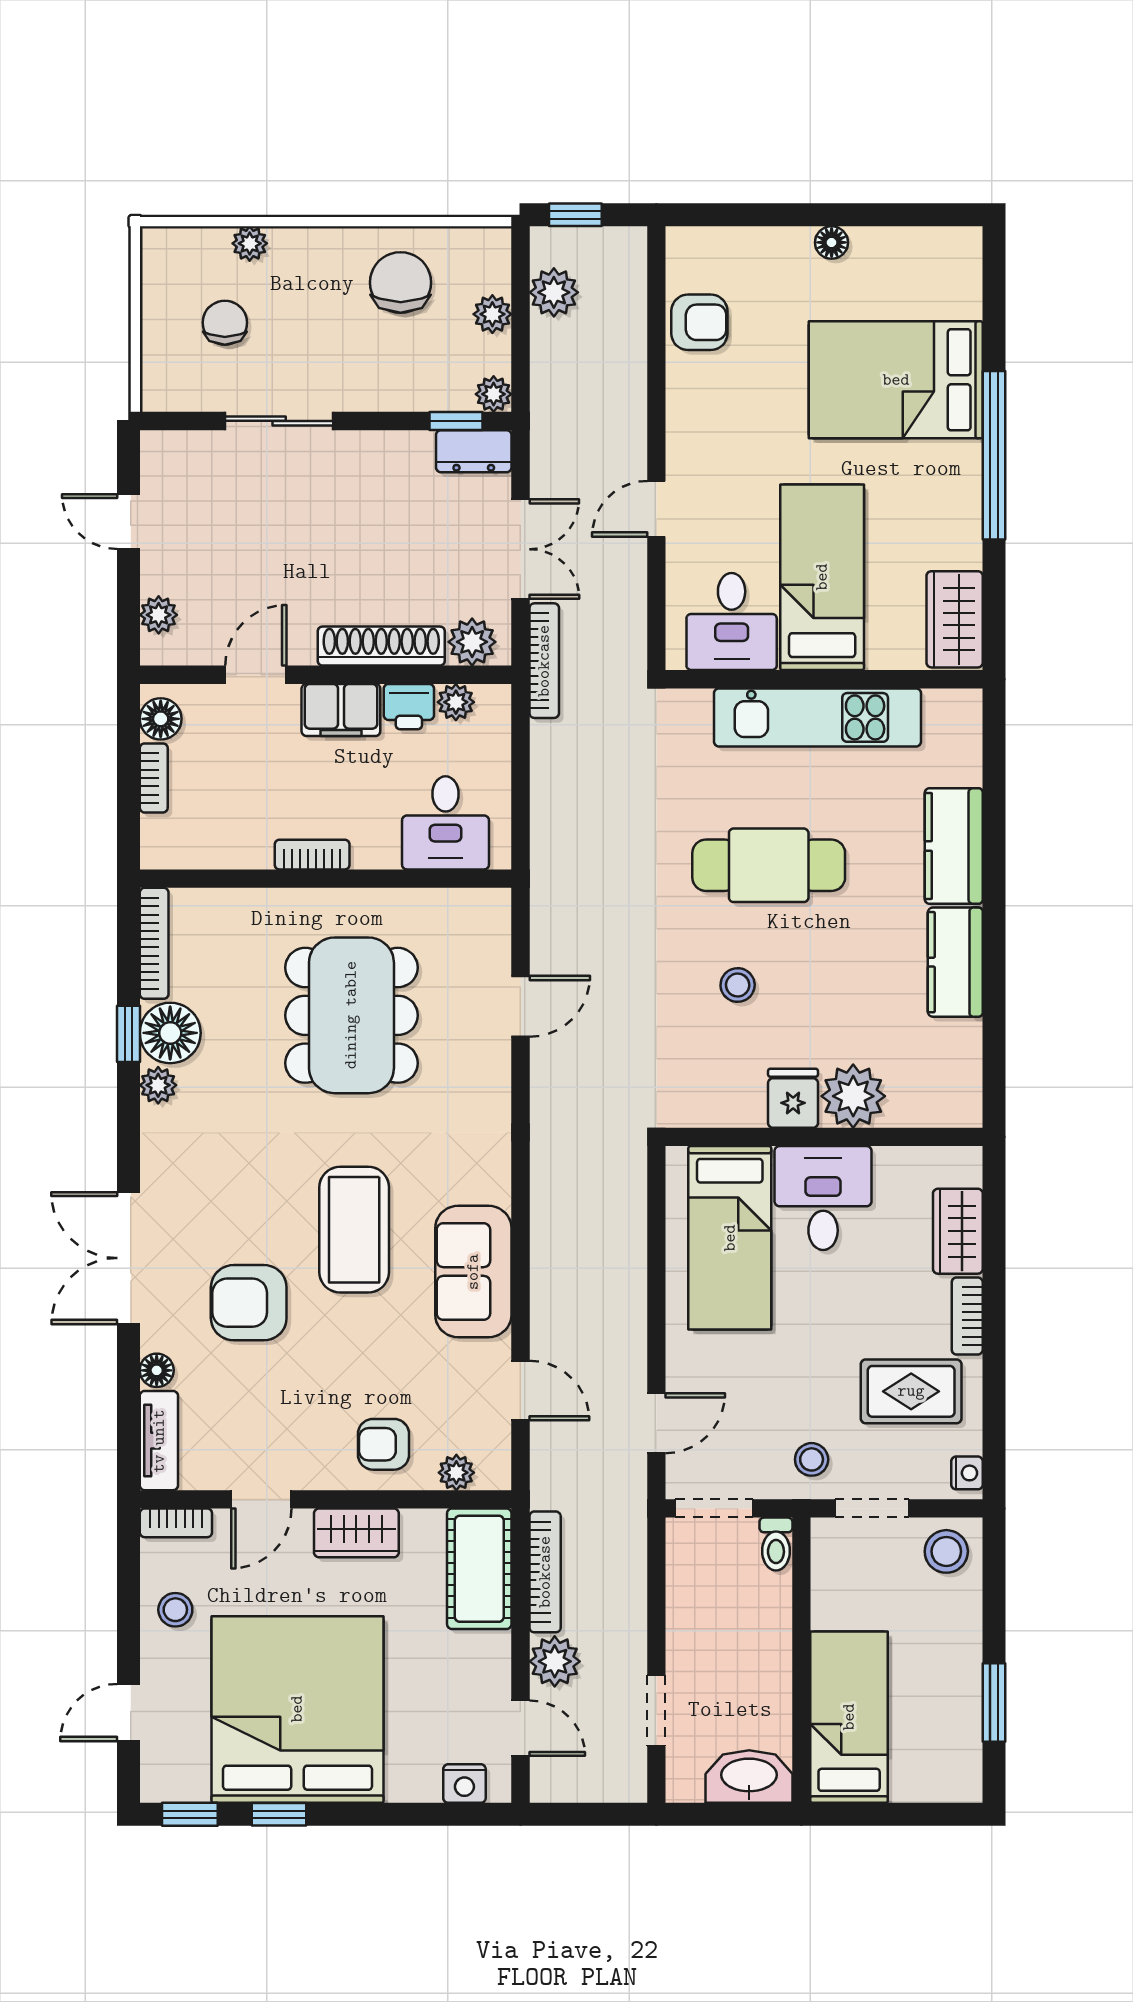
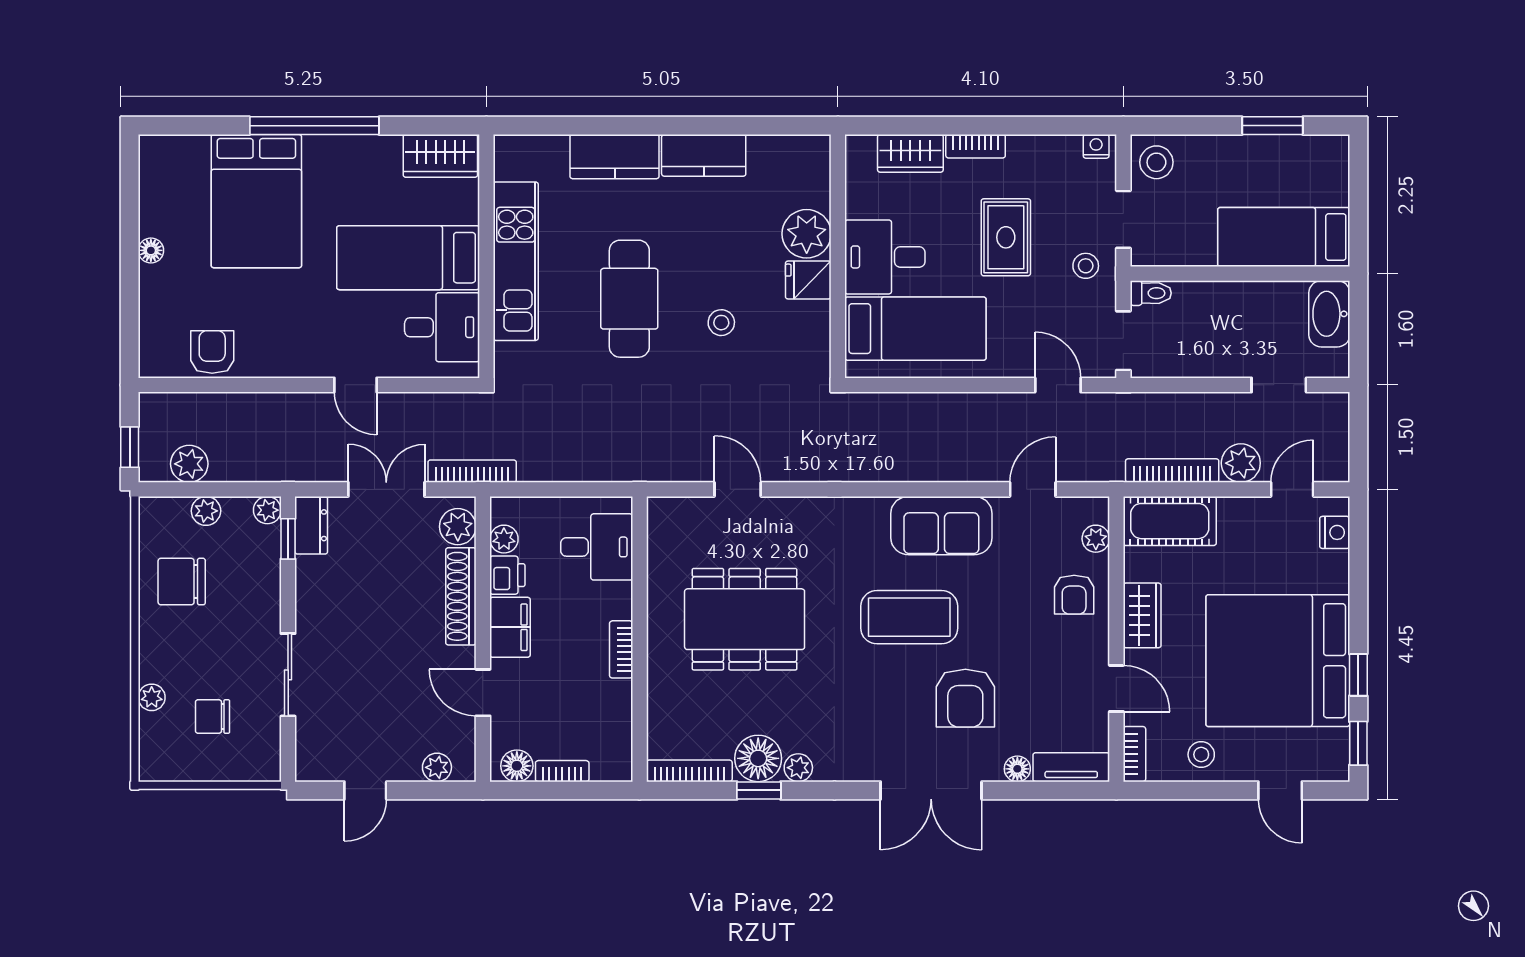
rug: (911, 1391) -> (1006, 237), moved

